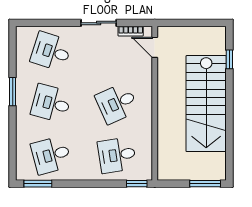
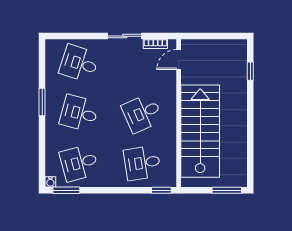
door: (155, 47) -> (179, 60), hinge flipped
stairs: (206, 104) -> (200, 131), moved, turned 180
water cooler: (21, 175) -> (50, 182), added

